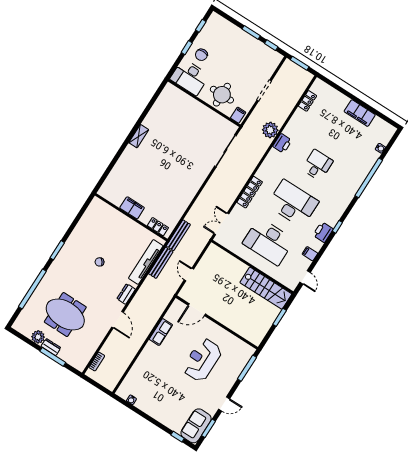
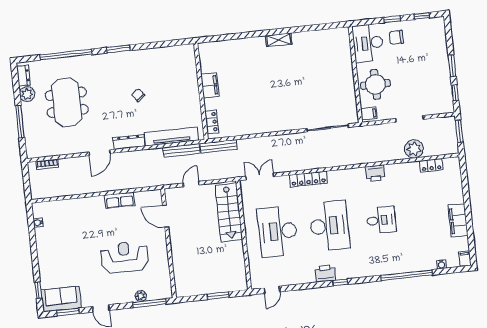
plant: (270, 130) -> (414, 149), moved
filing cabinet: (310, 254) -> (465, 259), moved
stairs: (266, 288) -> (229, 212), moved
dresser: (126, 294) -> (129, 142), width x1.44
dresser: (51, 347) -> (23, 76), moved
plant: (238, 370) -> (141, 296), added

